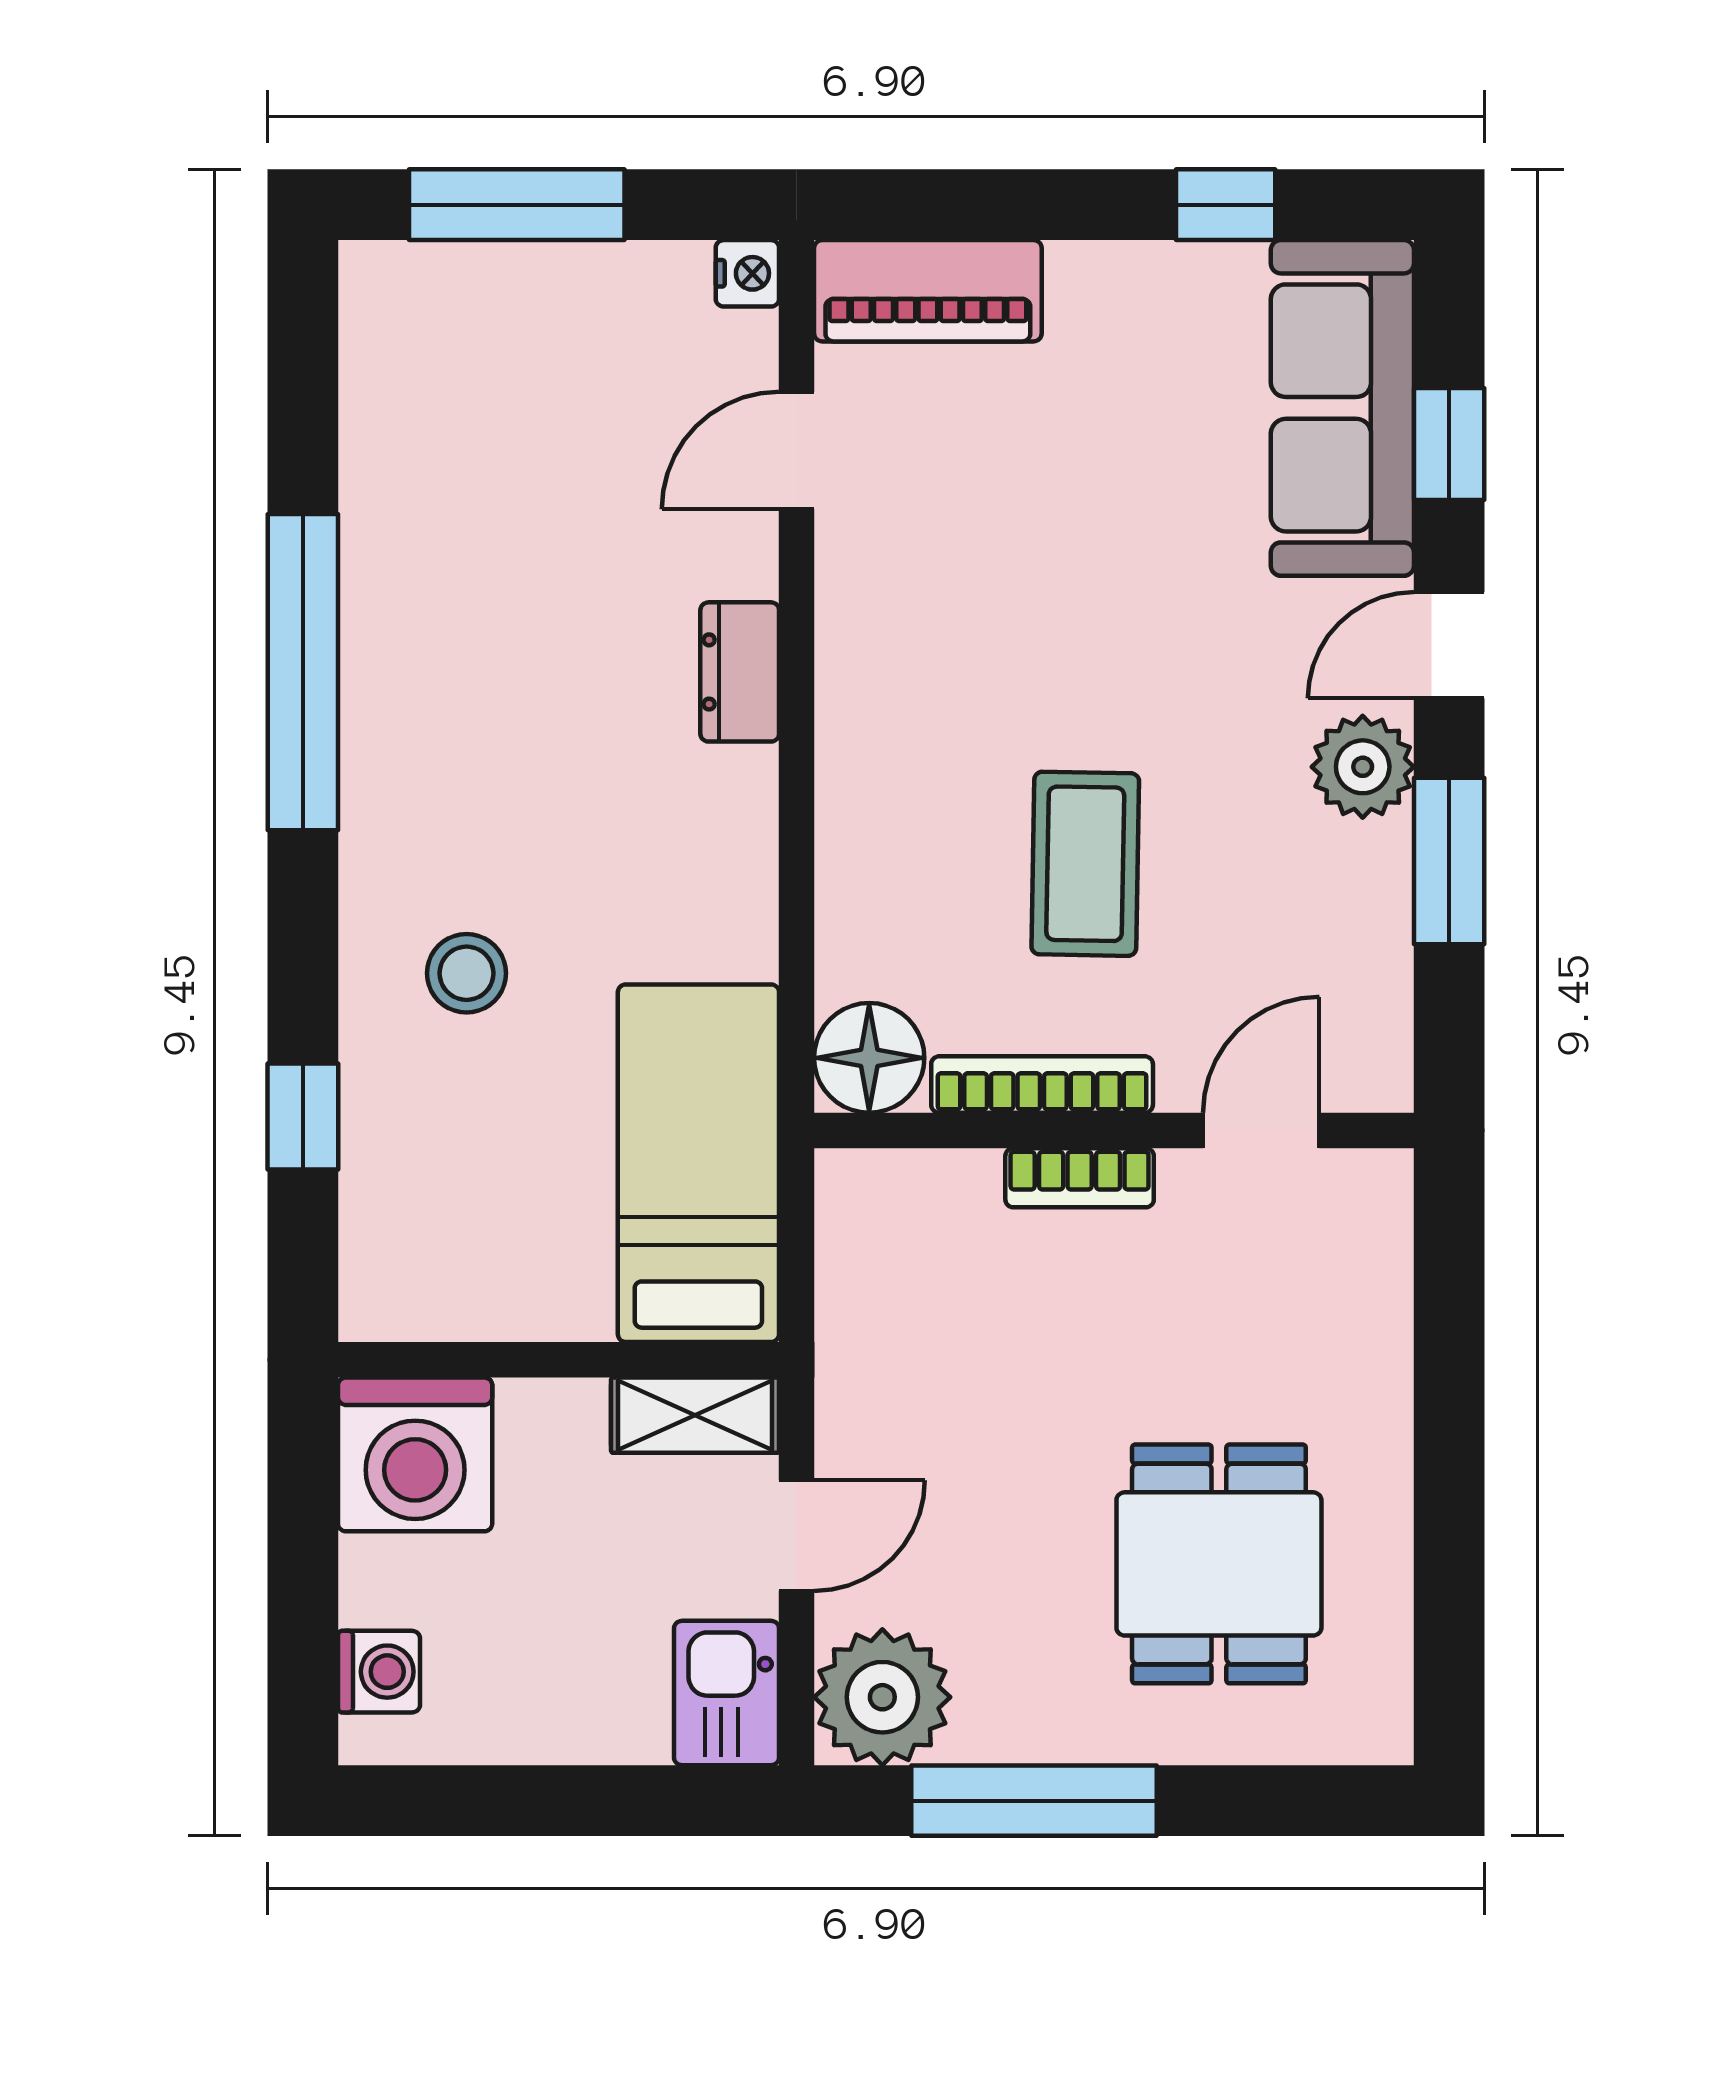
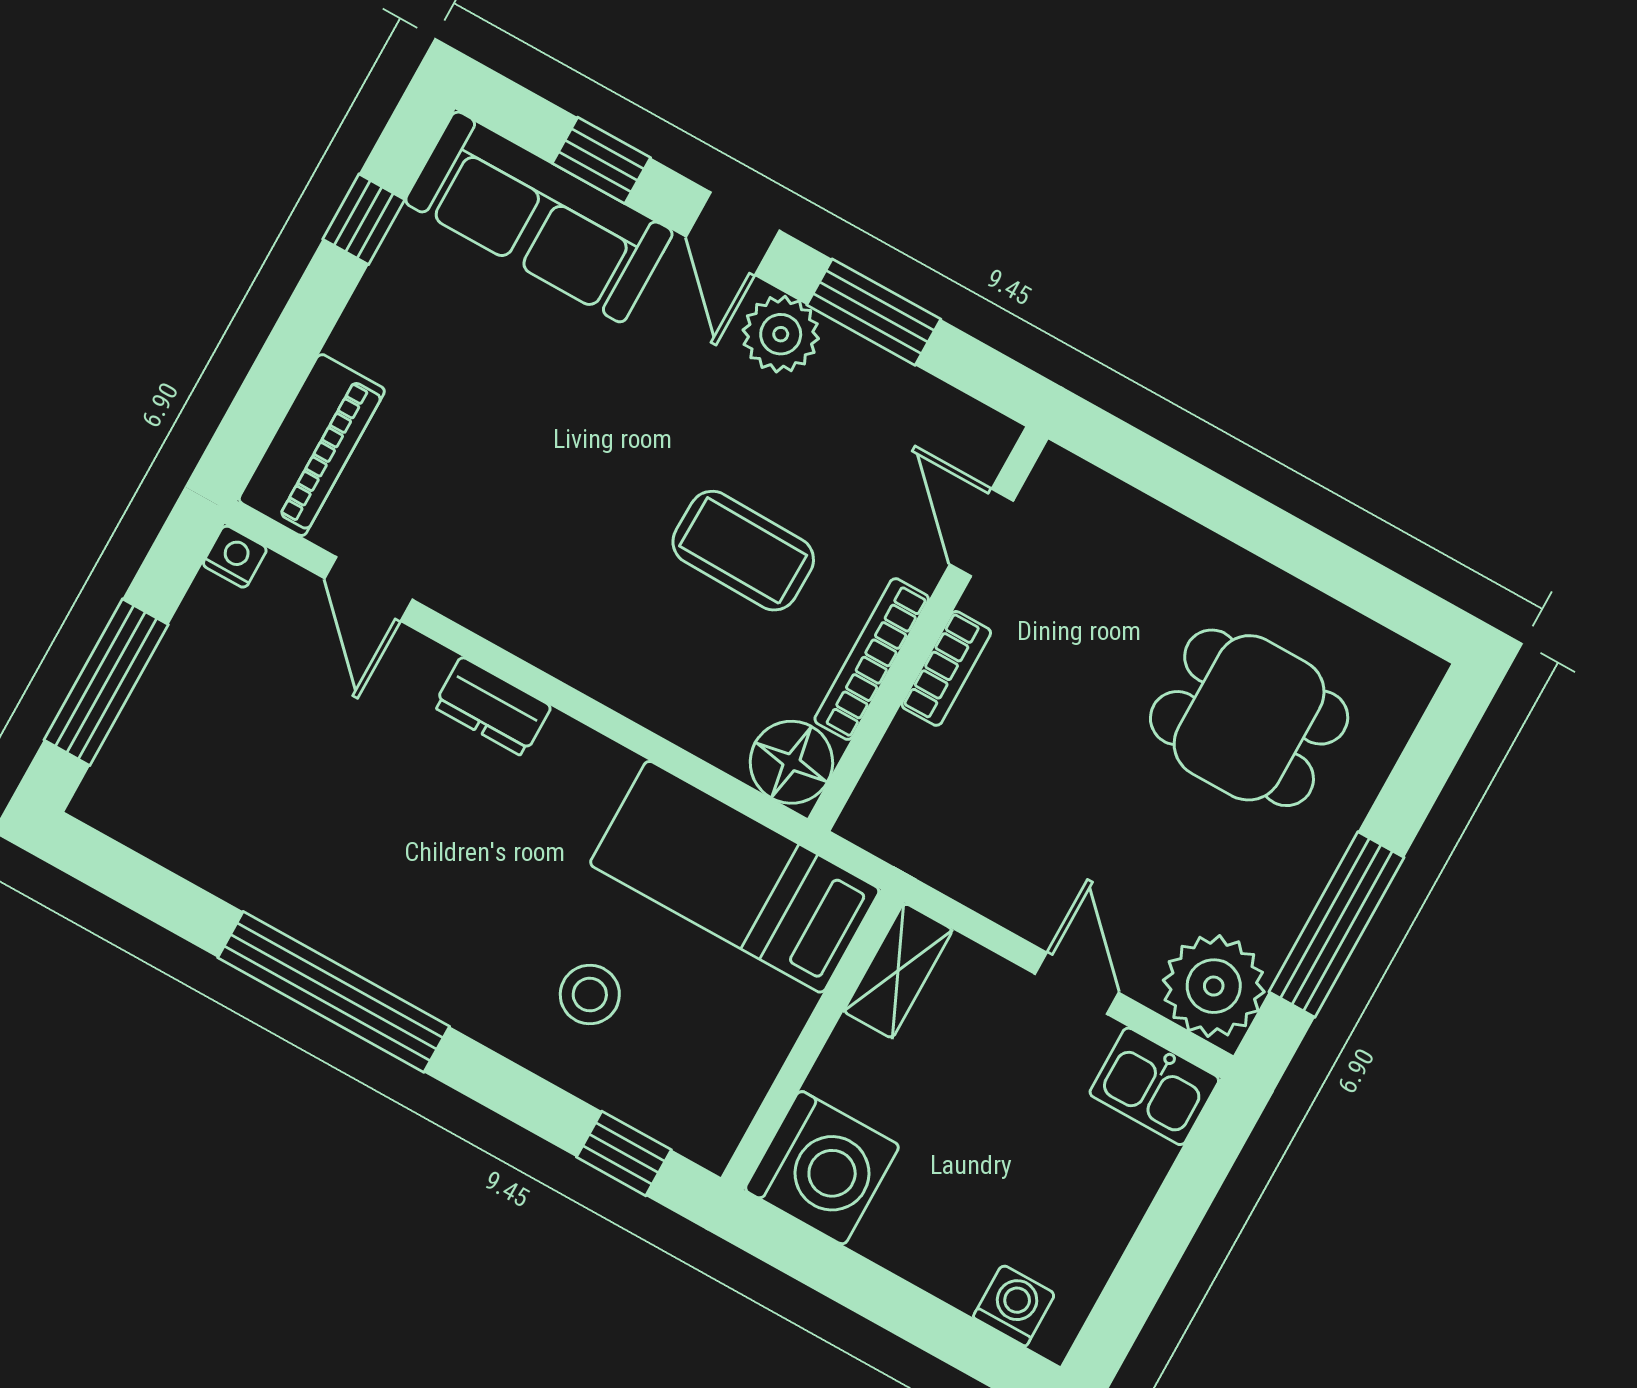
bed: (698, 1163) -> (735, 877), moved
wall: (558, 1360) -> (812, 1040), moved
shelving: (695, 1415) -> (898, 971), moved
washing machine: (415, 1454) -> (822, 1168), moved

